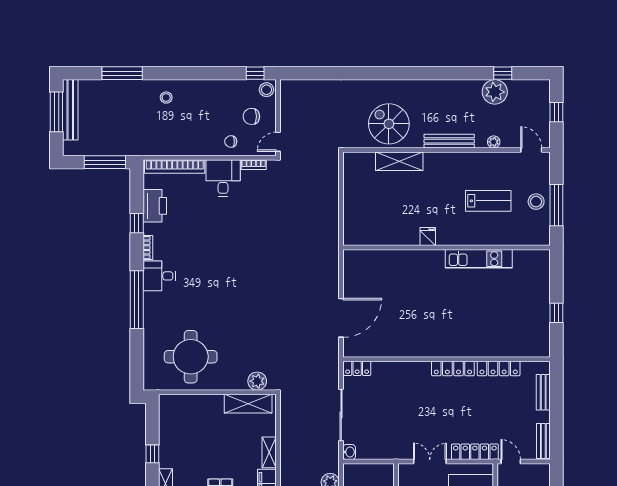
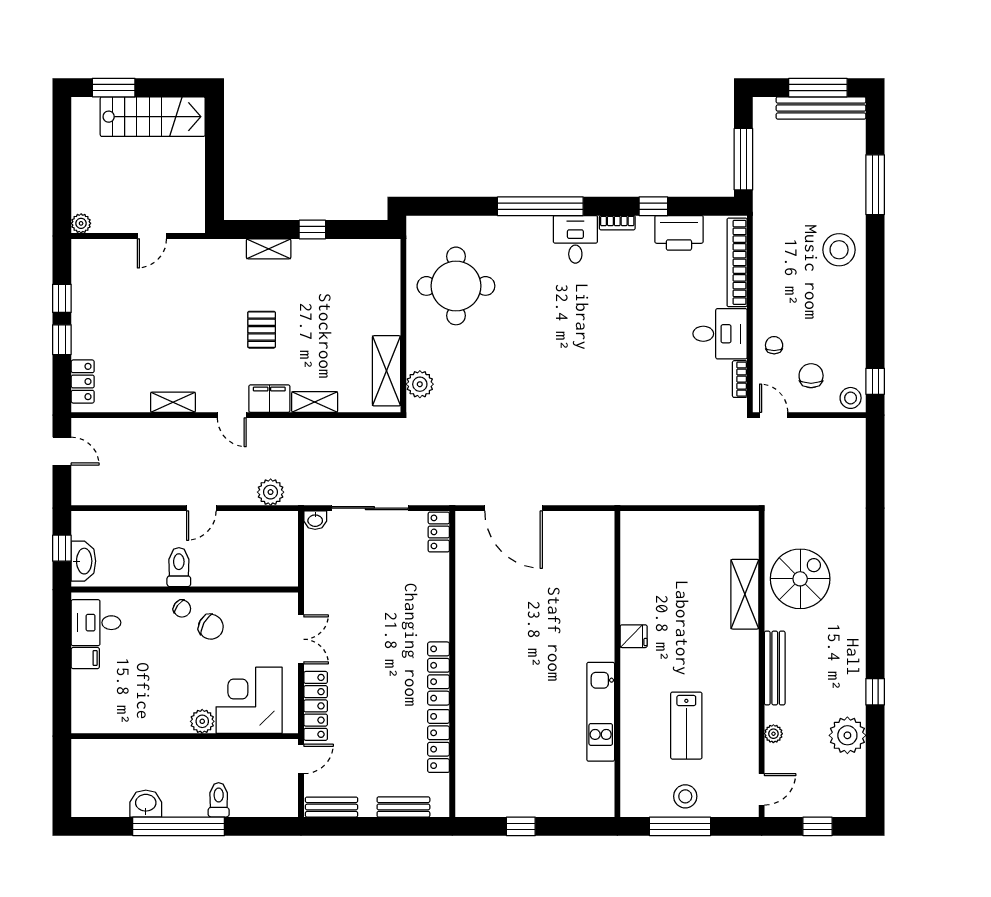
window: (503, 73) -> (875, 692), moved
stool: (166, 98) -> (839, 250), width x1.89, depth x1.89

